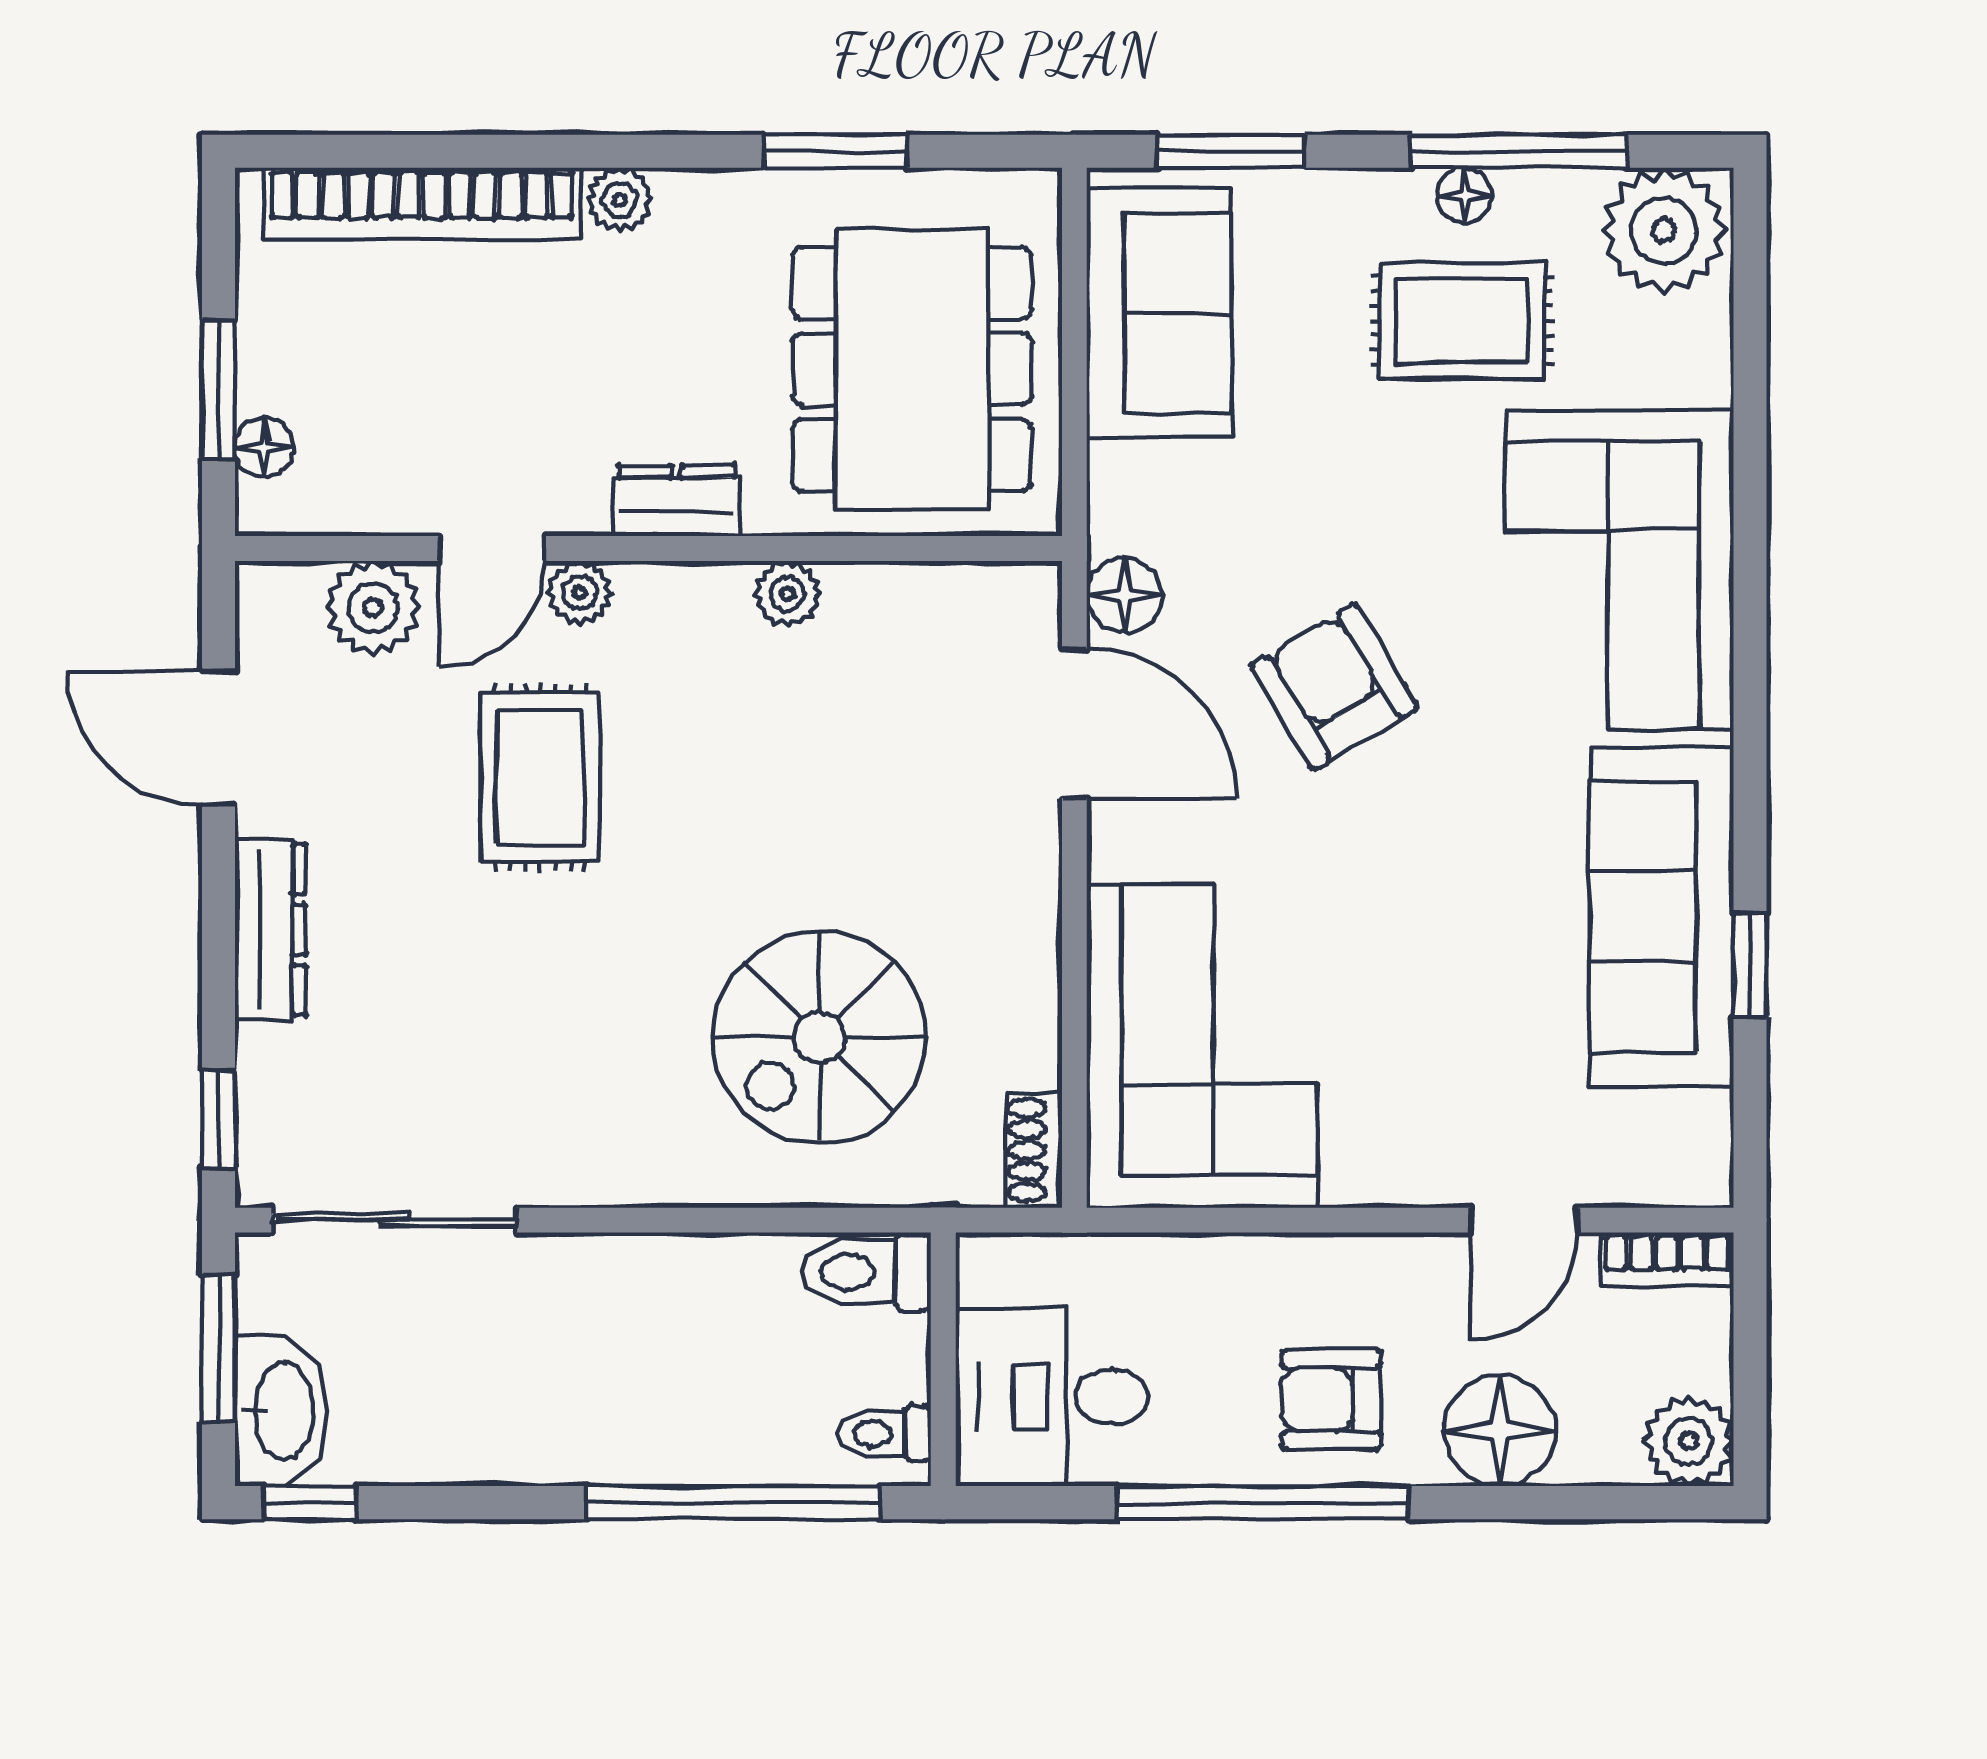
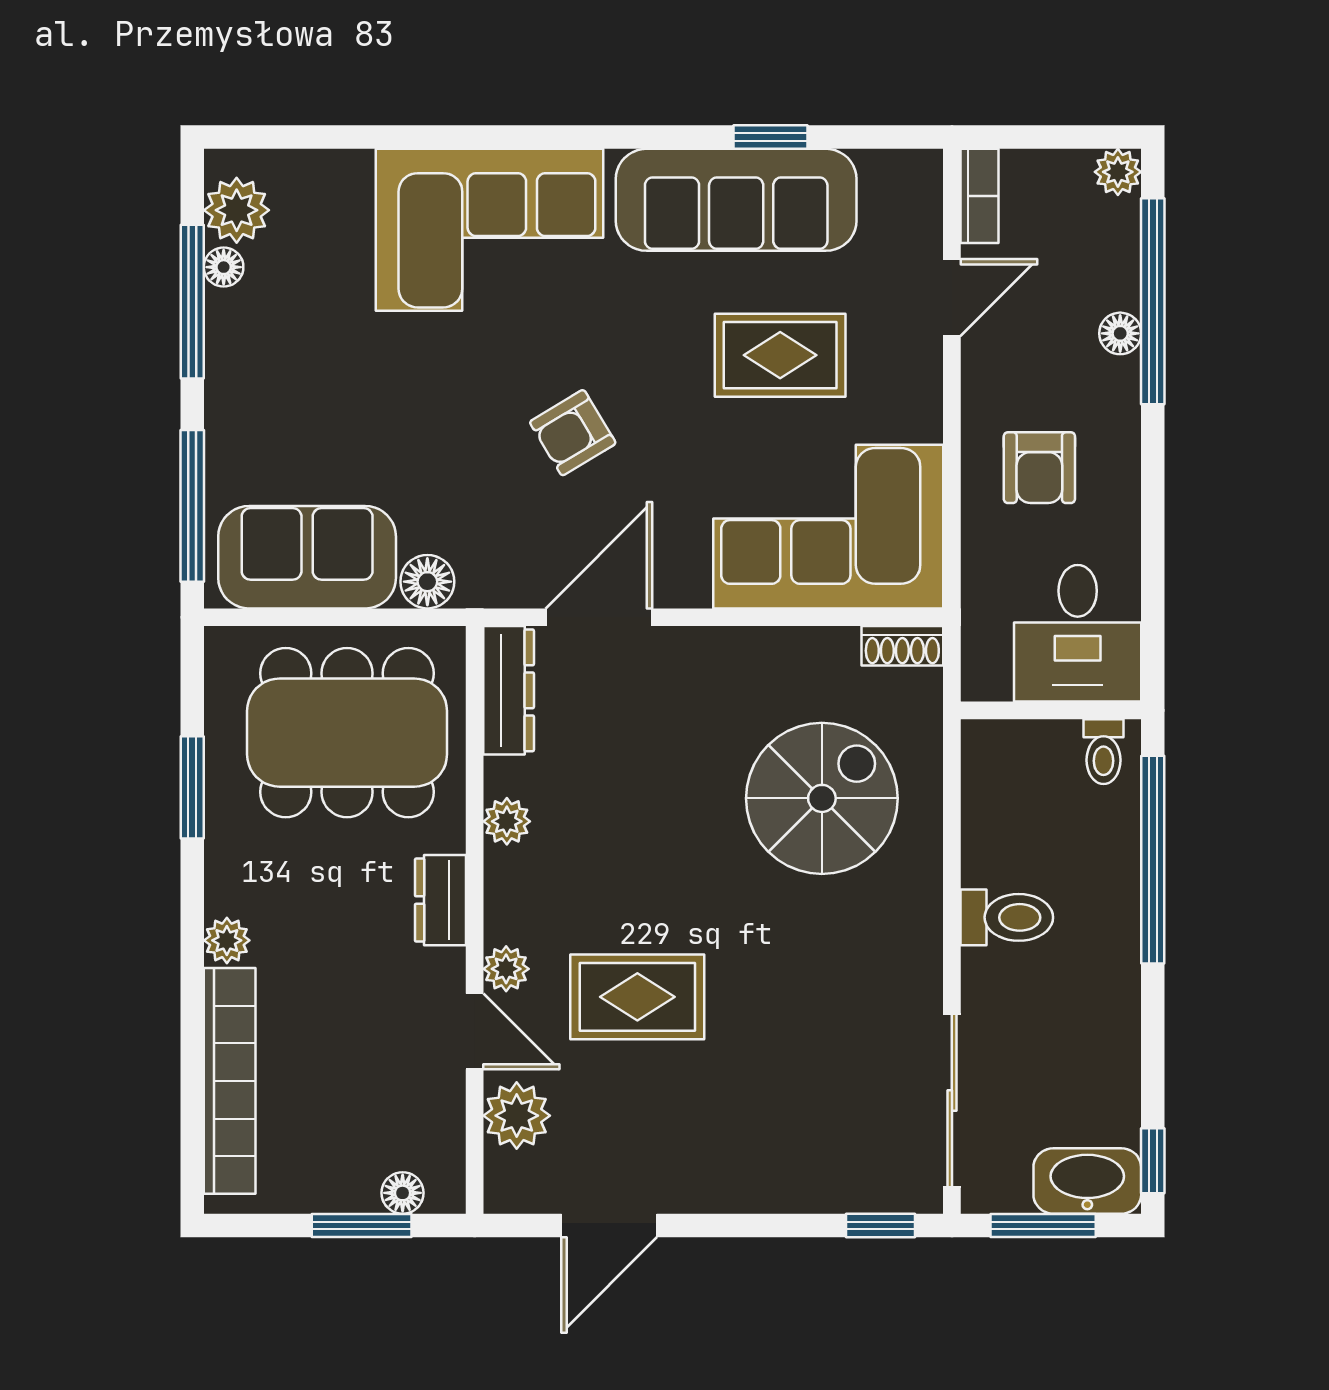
window: (1231, 151) -> (192, 506), width x1.44
floor lamp: (1464, 195) -> (224, 267), moved
plant: (1664, 230) -> (237, 210), width x0.73, depth x0.73
rug: (1462, 321) -> (780, 355), moved, turned 90
floor lamp: (1124, 595) -> (427, 582), moved
armchair: (1334, 687) -> (573, 433), width x0.72, depth x0.72
dresser: (270, 930) -> (509, 690), moved, turned 90
spiral stairs: (819, 1037) -> (822, 798), turned -90
door: (1524, 1220) -> (952, 297), hinge flipped
toilet: (866, 1272) -> (1007, 917), moved, turned -90
armchair: (1331, 1399) -> (1039, 468), moved
floor lamp: (1500, 1431) -> (1120, 333), width x0.53, depth x0.53
plant: (1689, 1441) -> (1118, 172), width x0.73, depth x0.73
window: (1263, 1503) -> (1153, 301), moved

